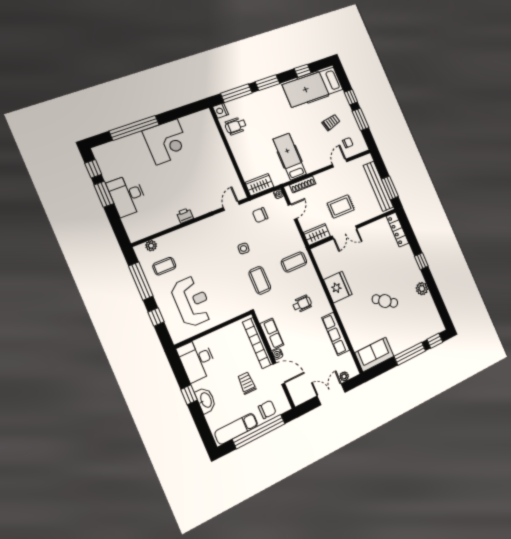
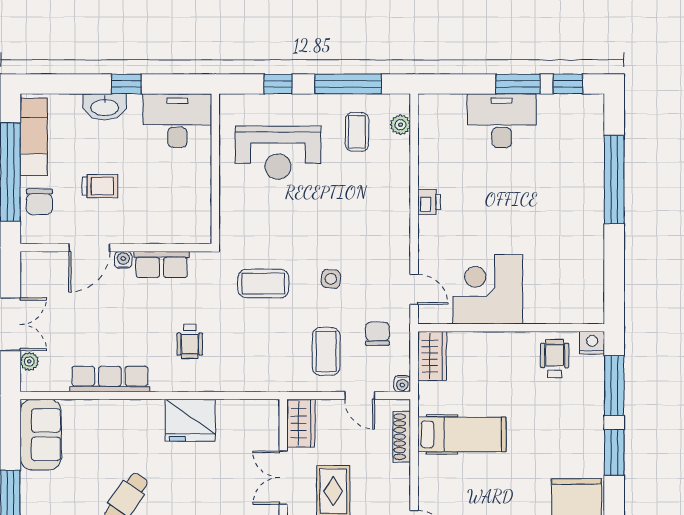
corner desk: (167, 142) -> (488, 289), moved, turned 90
coffee table: (294, 262) -> (326, 351), moved
bookcase: (258, 343) -> (158, 233), removed

